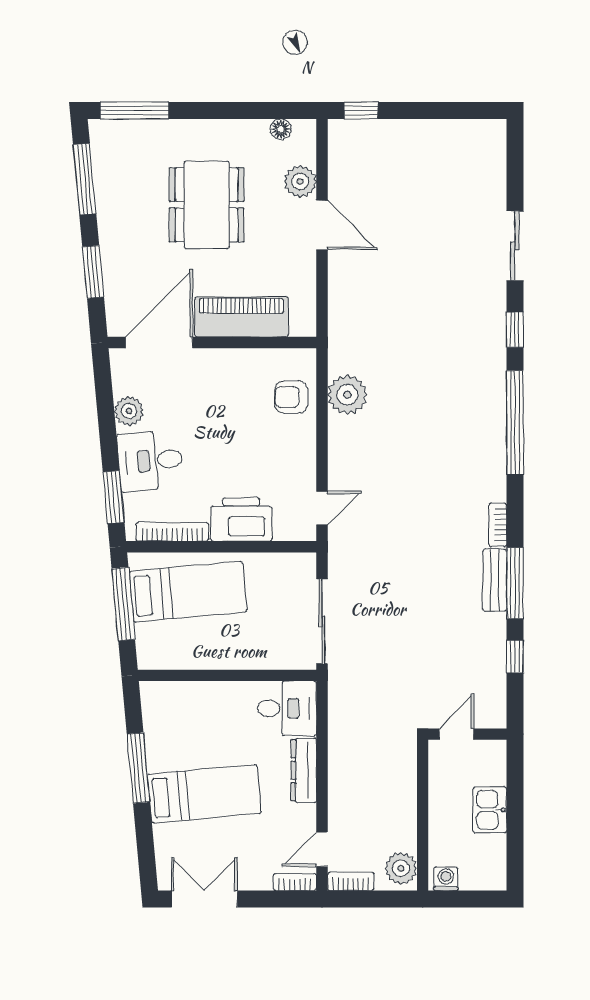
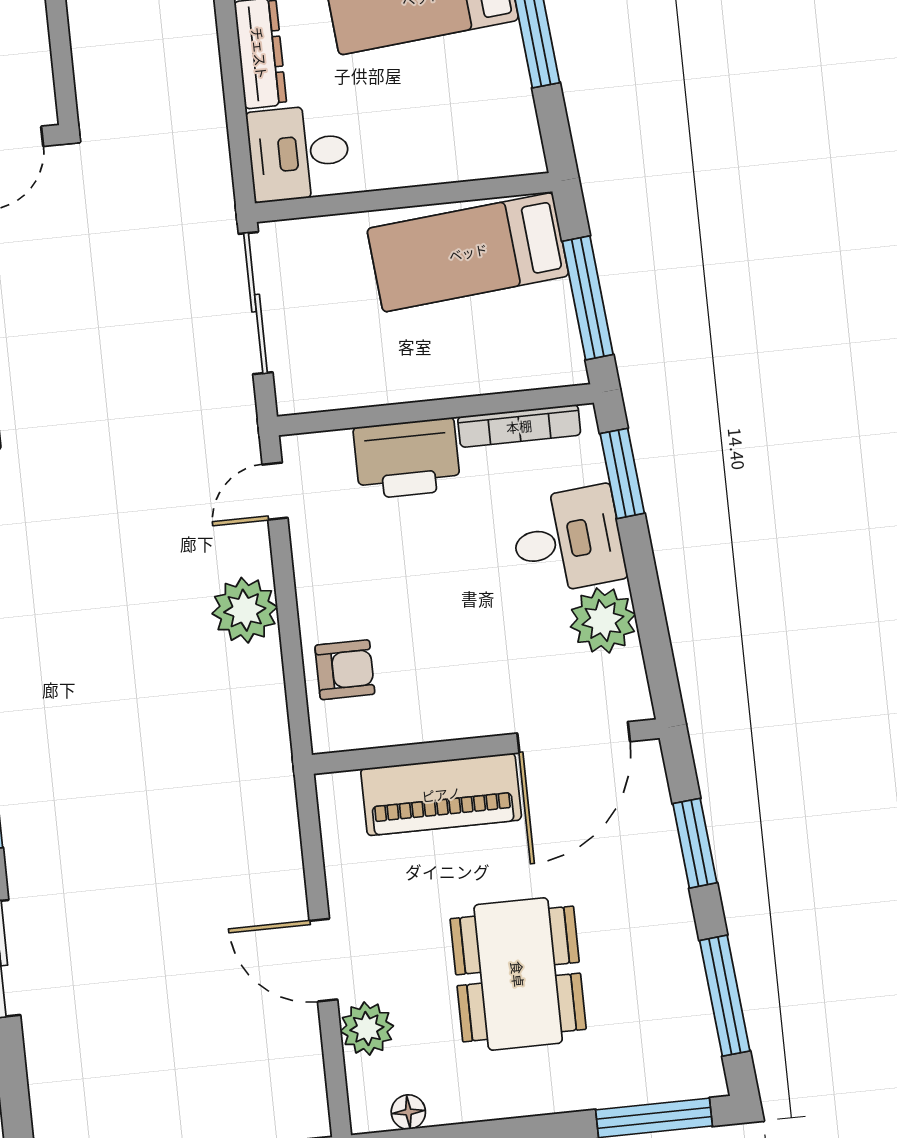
plant: (347, 395) -> (245, 610), moved
plant: (129, 411) -> (603, 620), width x1.36, depth x1.36
bed: (188, 592) -> (468, 252), moved

